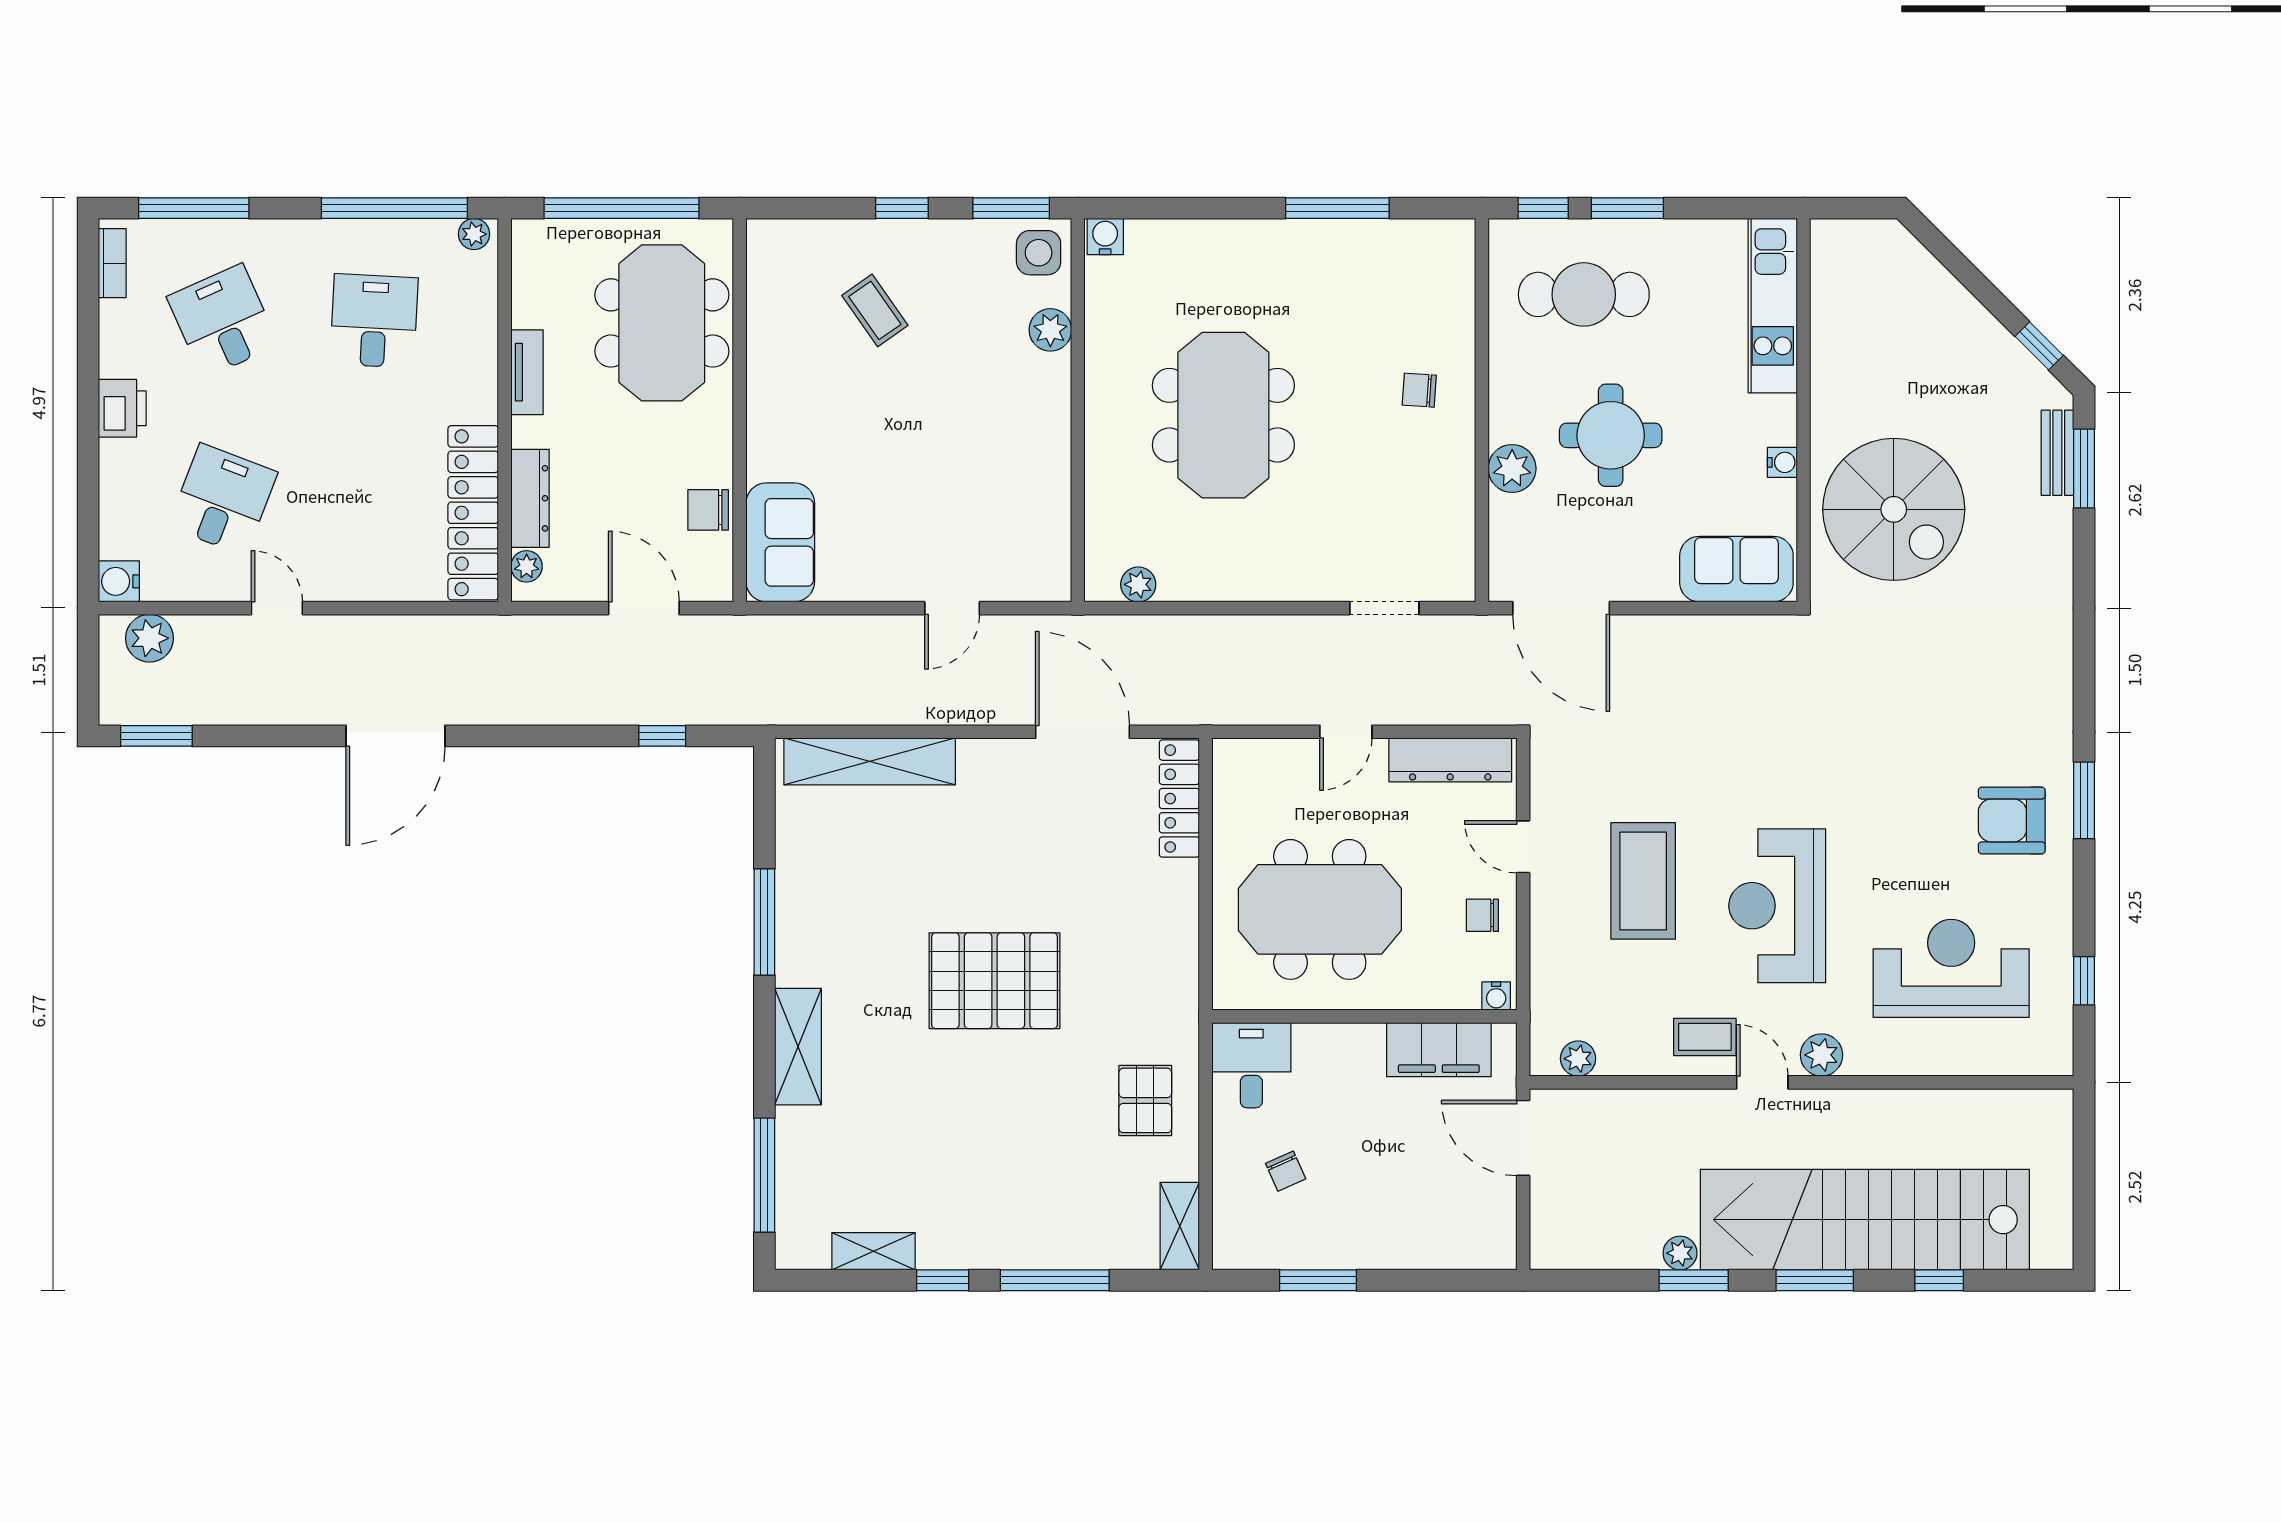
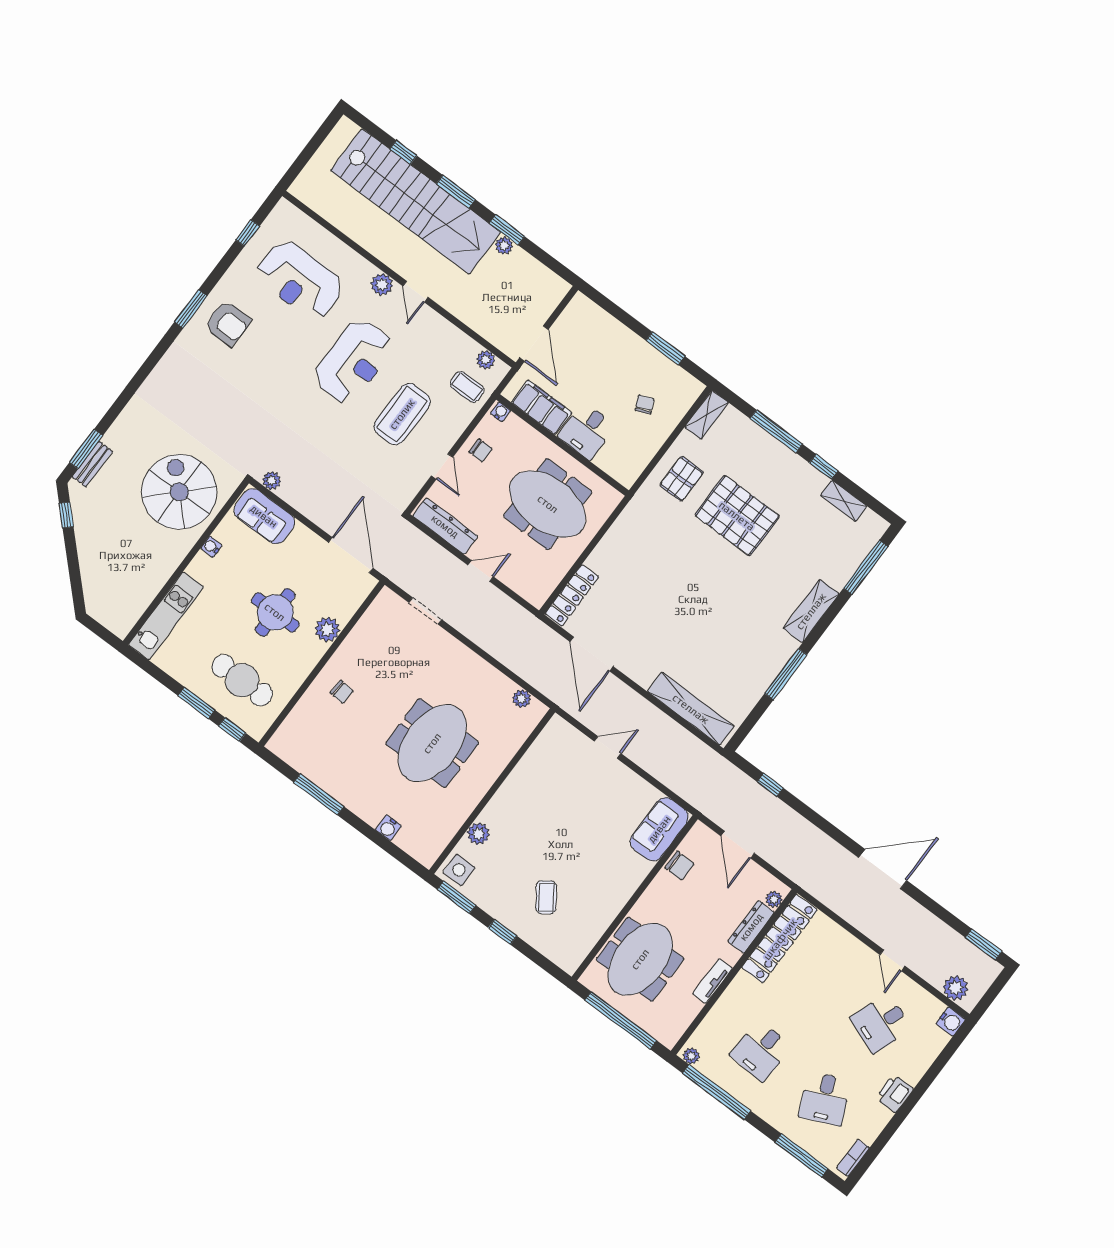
water cooler: (1105, 237) -> (388, 828), moved
plant: (1766, 631) -> (272, 481), added
pallet: (995, 981) -> (737, 516), moved
coffee table: (1705, 1037) -> (467, 387), moved
desk: (1251, 1065) -> (587, 431), moved

